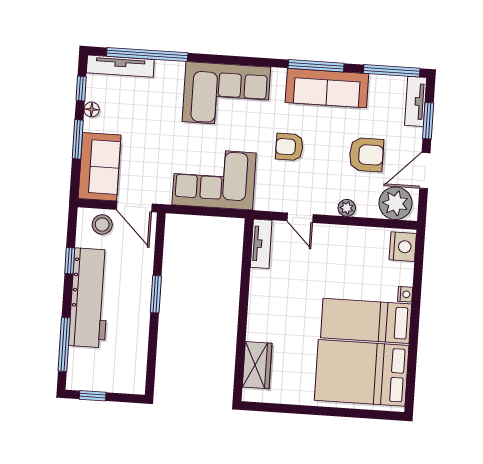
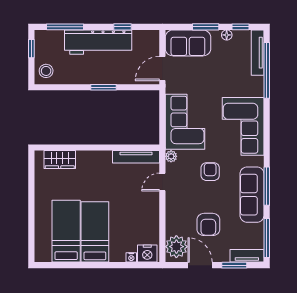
plant: (347, 208) -> (171, 156), moved
stool: (102, 225) -> (46, 71), moved
tv unit: (261, 244) -> (136, 157), width x1.41
nightstand: (405, 294) -> (131, 257), moved
bed: (362, 373) -> (66, 231), width x0.67

